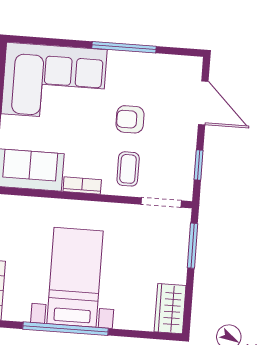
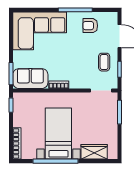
armchair: (130, 119) -> (90, 26), moved
coffee table: (128, 169) -> (104, 62), moved
wardrobe: (170, 309) -> (94, 152), moved, turned 90

